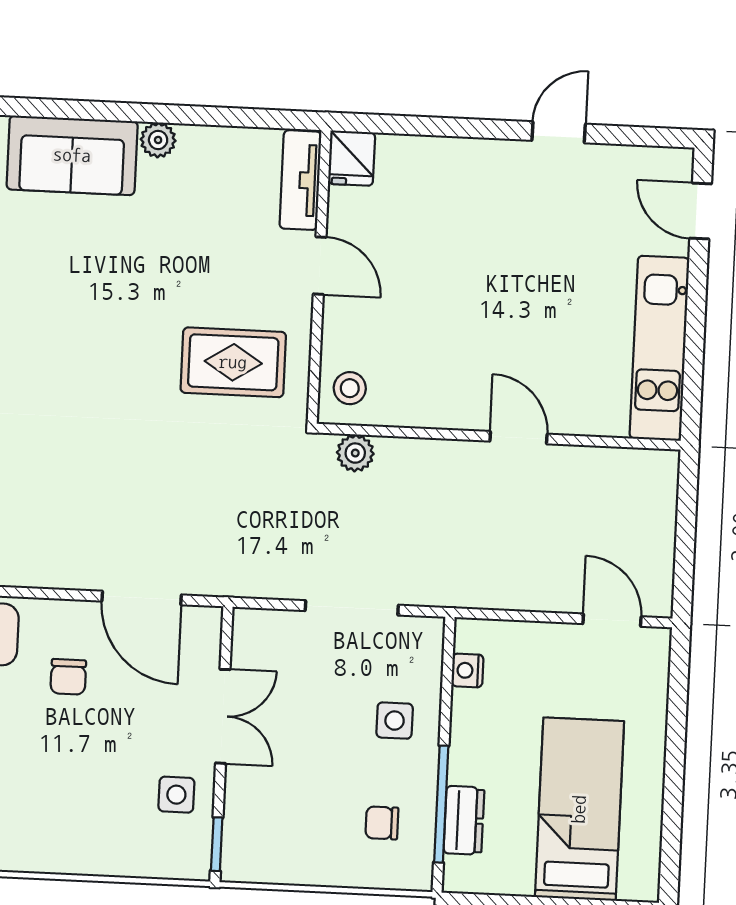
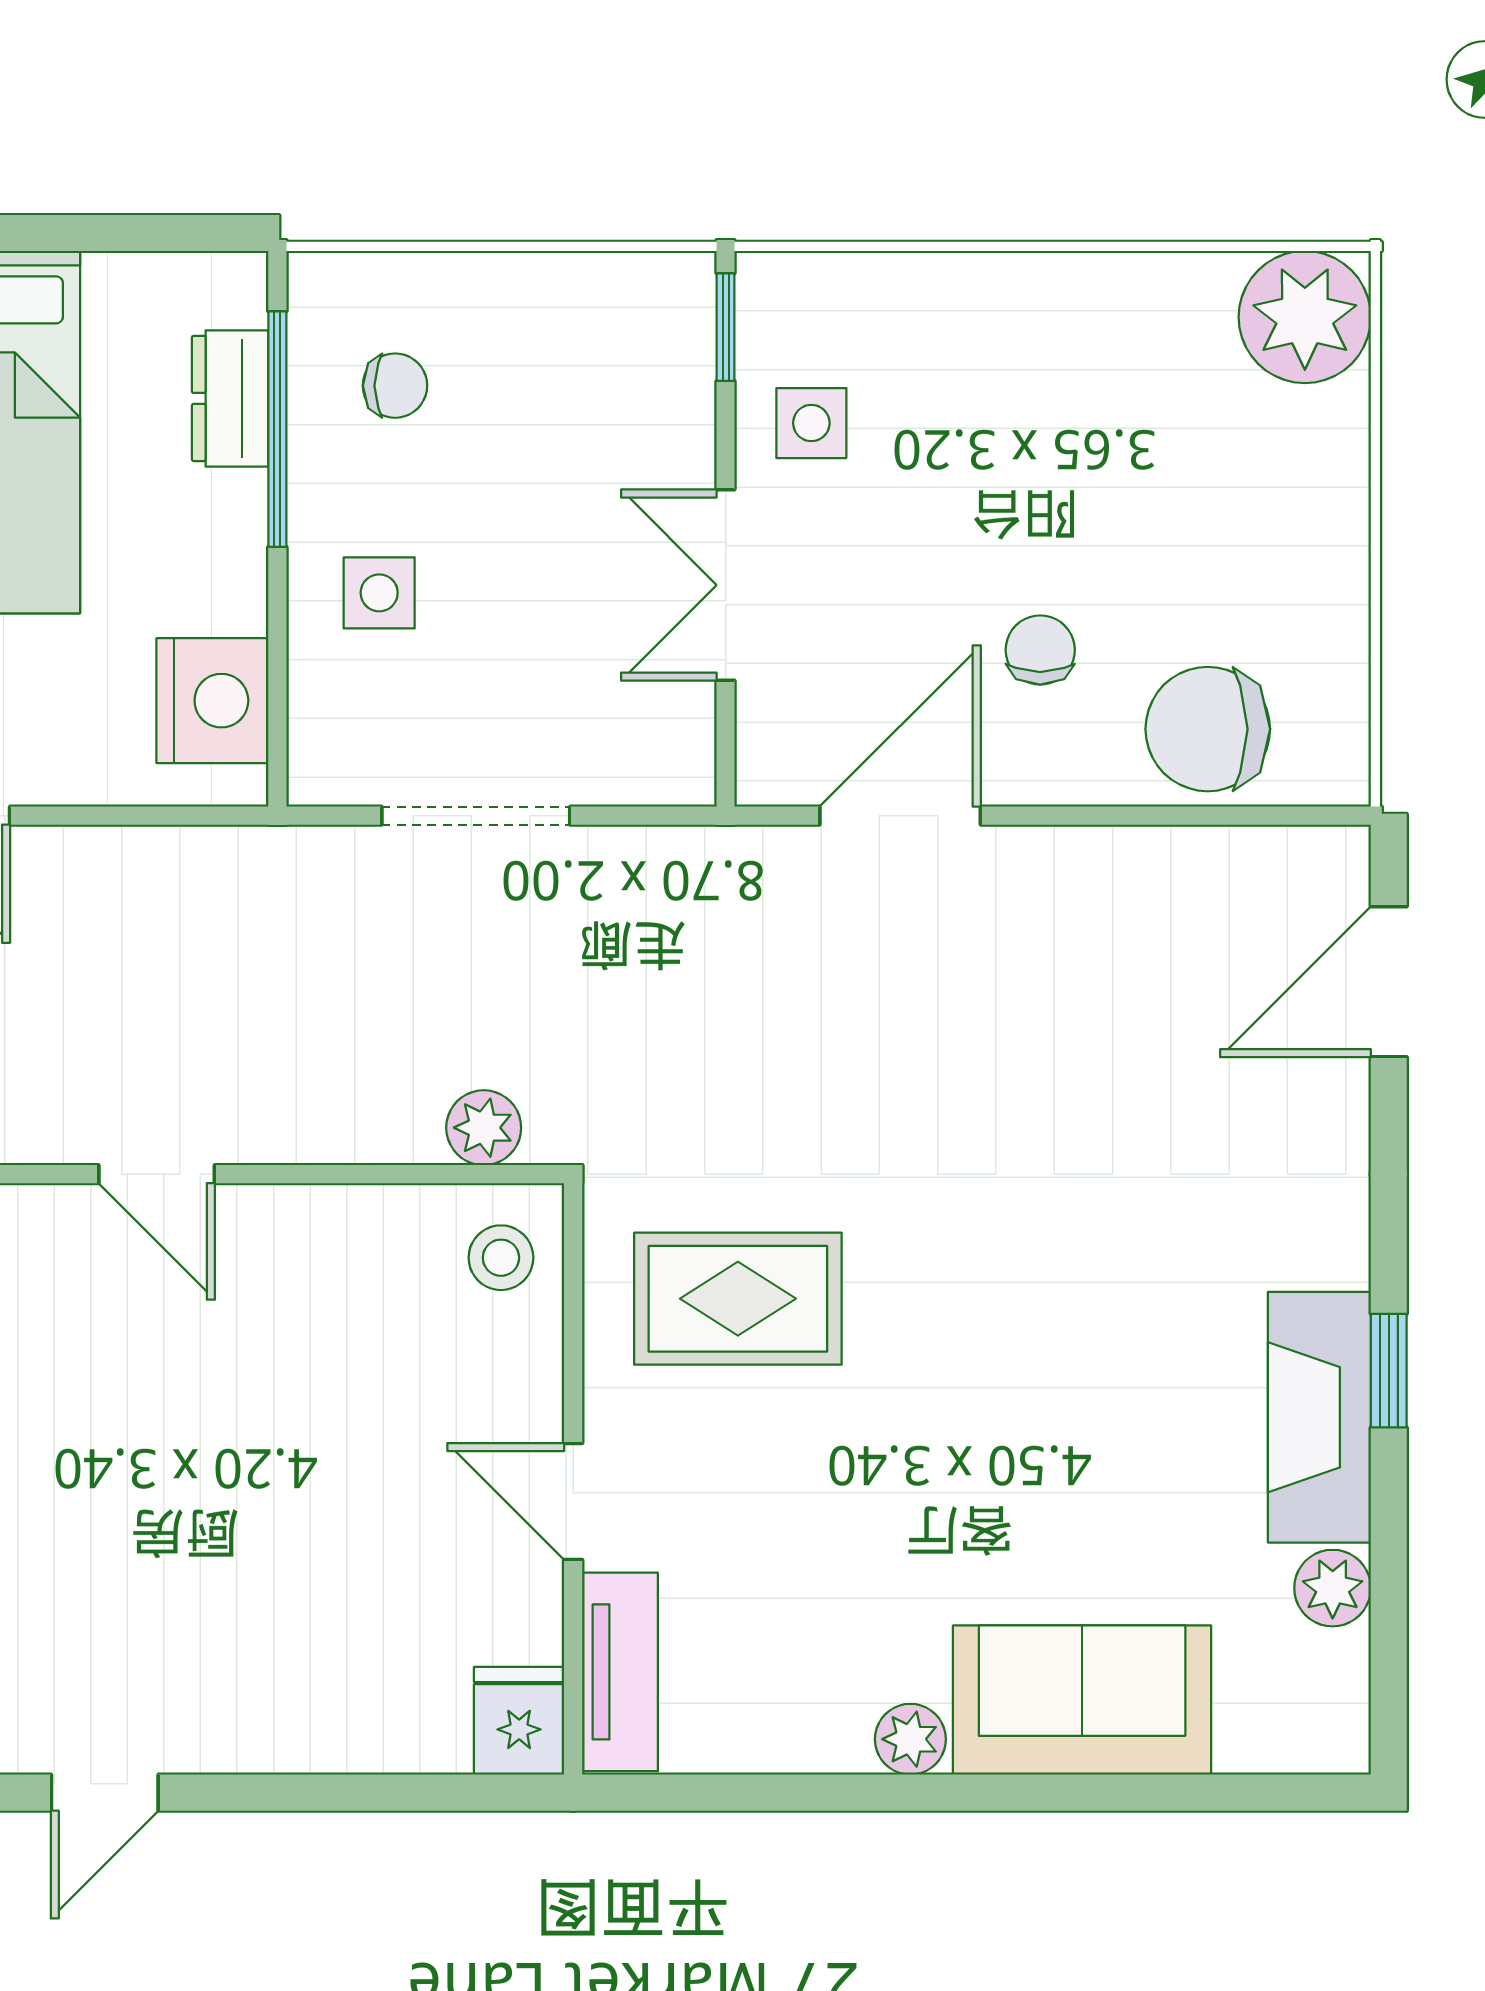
door: (142, 598) -> (900, 816), hinge flipped
nightstand: (467, 670) -> (212, 701), width x1.89, depth x1.79

